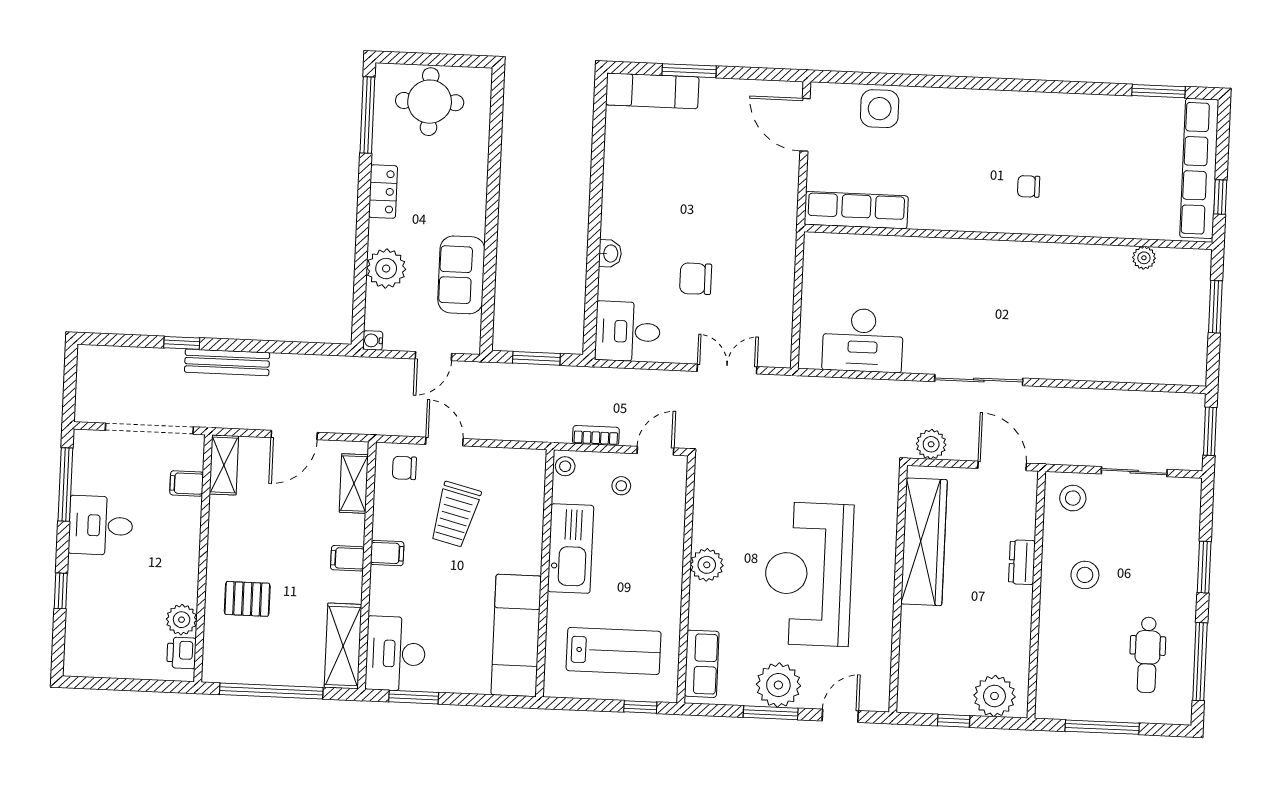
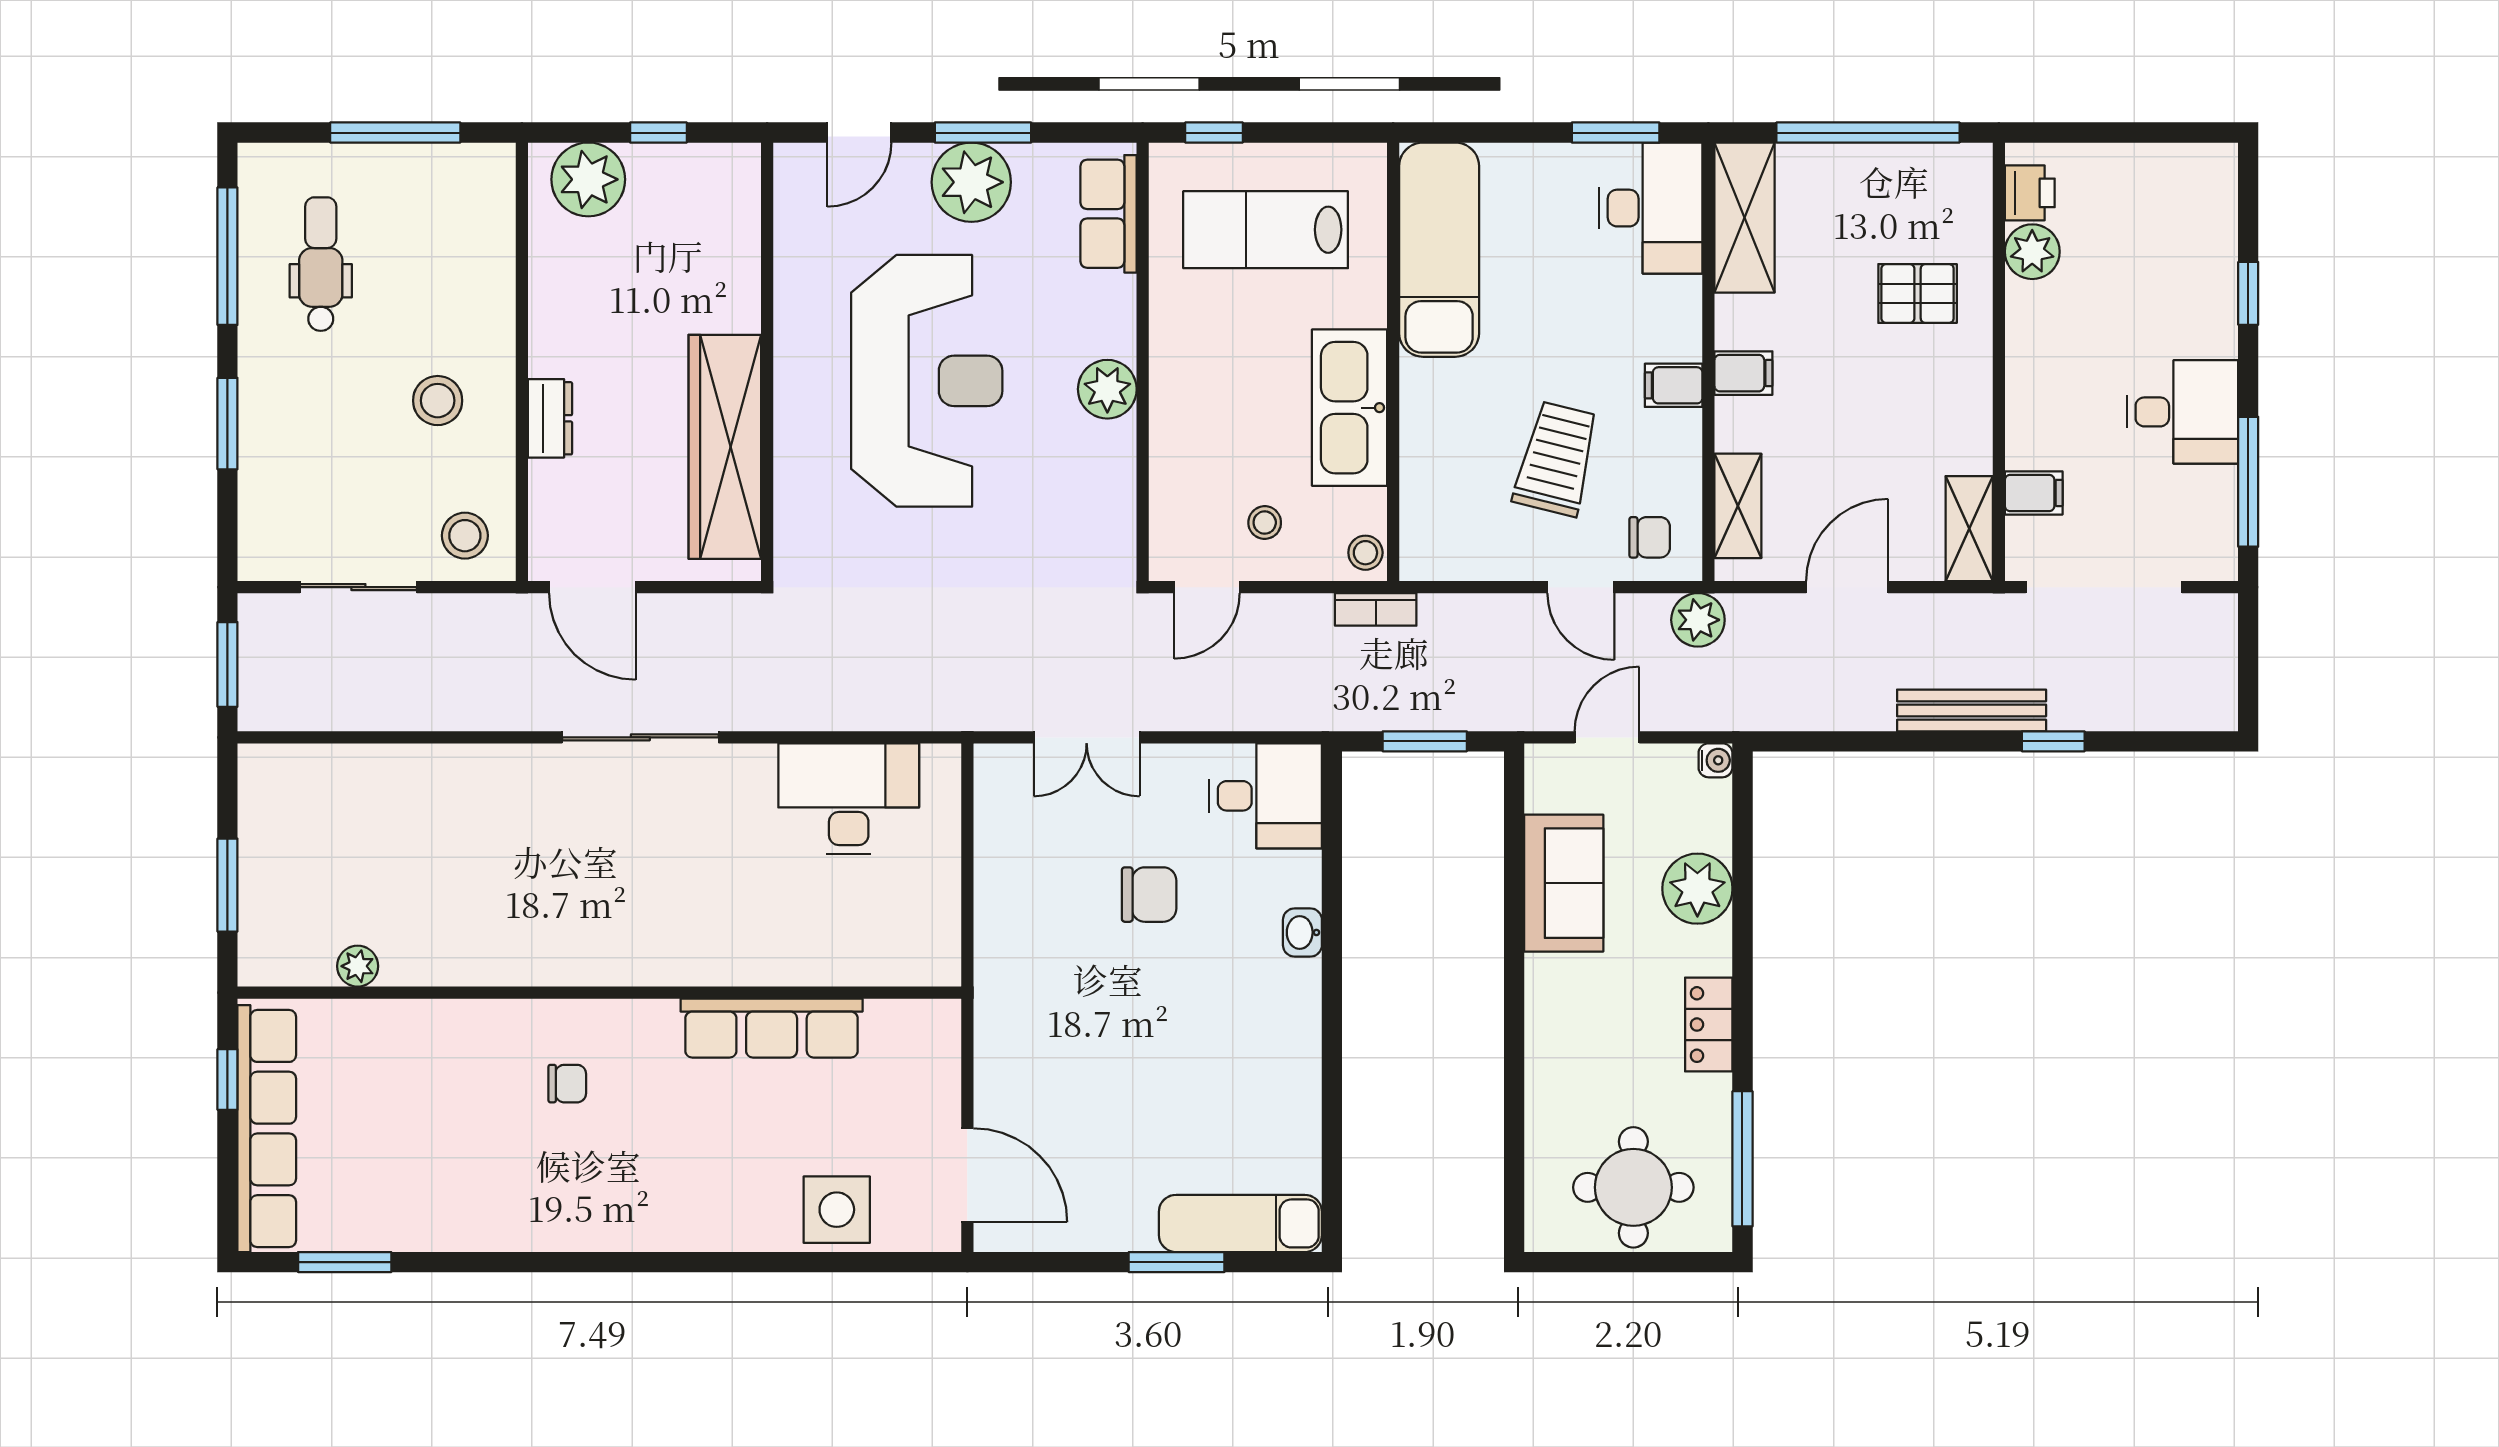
row of seats: (856, 210) -> (772, 1028), moved
bookcase: (596, 436) -> (1376, 609), moved
plant: (931, 444) -> (1698, 620), moved

